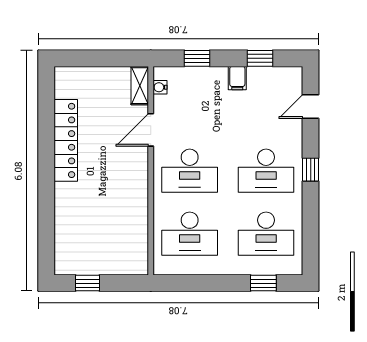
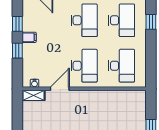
window: (197, 58) -> (17, 51), moved
door: (151, 130) -> (60, 89), swing flipped

